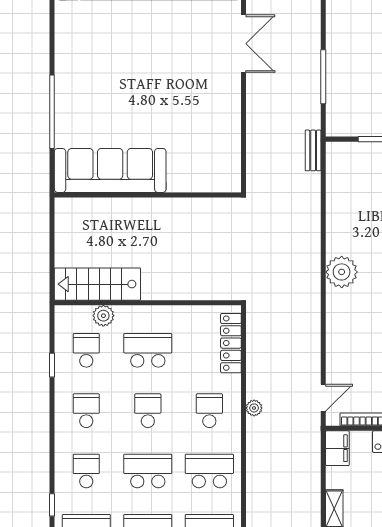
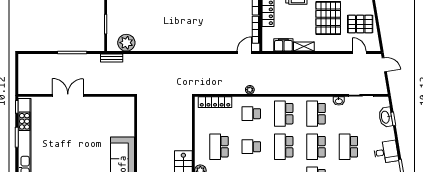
double door: (244, 44) -> (68, 95), moved
plant: (342, 272) -> (126, 43), moved
door: (323, 398) -> (244, 52), hinge flipped
filing cabinet: (337, 448) -> (283, 45), moved

